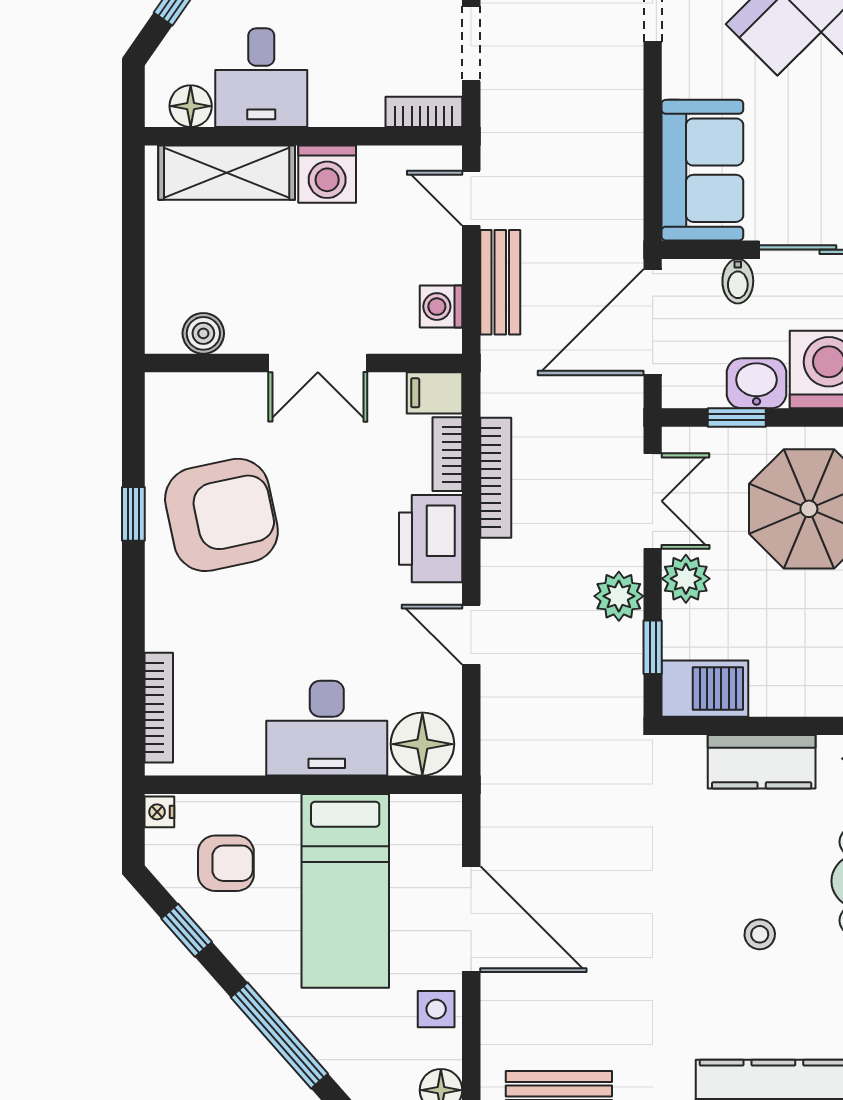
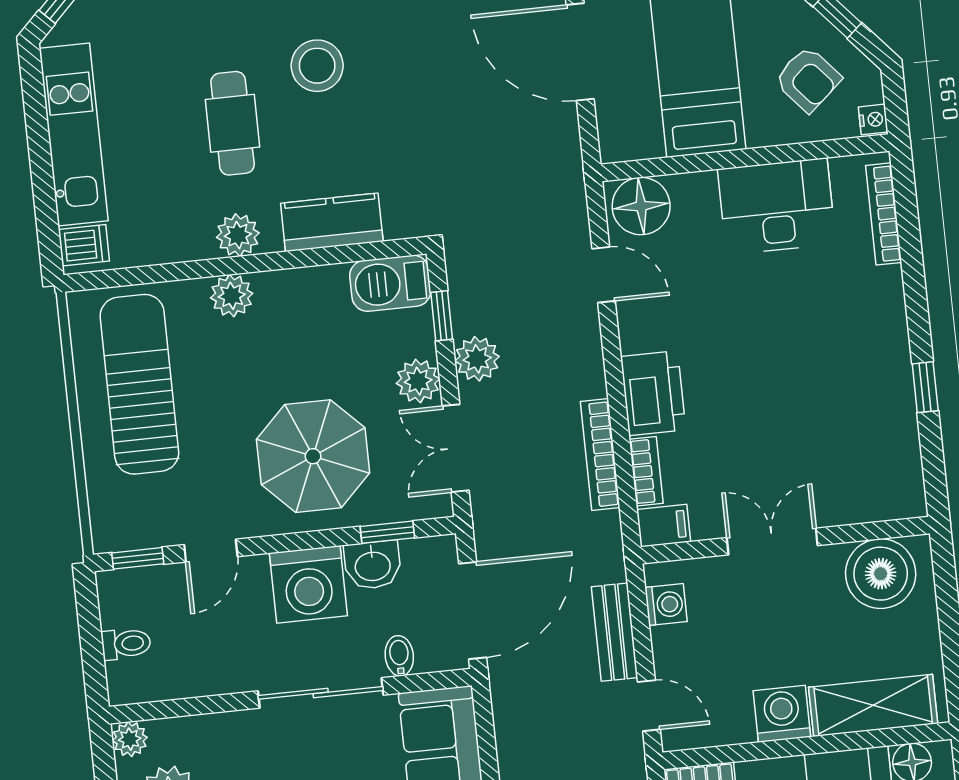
boiler: (203, 333) -> (881, 574), width x1.86, depth x1.86
armchair: (221, 515) -> (845, 395), removed
door: (471, 635) -> (604, 275), moved
desk: (327, 728) -> (777, 206), moved
armchair: (226, 863) -> (808, 79), turned -131
stool: (760, 934) -> (317, 66), width x1.89, depth x1.89

